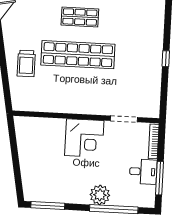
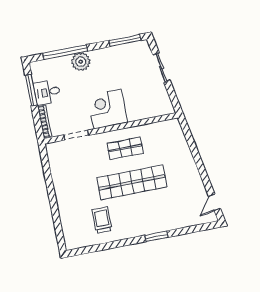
shop shelf: (80, 17) -> (125, 148), moved
window: (166, 59) -> (52, 198), removed
trolley: (26, 63) -> (102, 220), moved
sliding door: (17, 168) -> (161, 67), added

